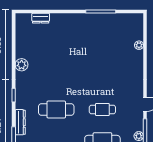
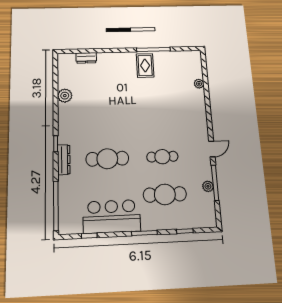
rug: (92, 27) -> (145, 66), added
plant: (22, 65) -> (65, 96), moved
dresser: (20, 122) -> (64, 160), moved

